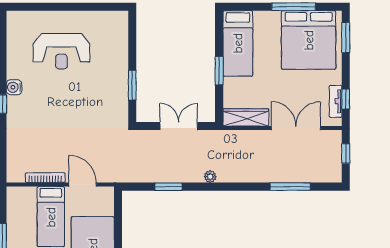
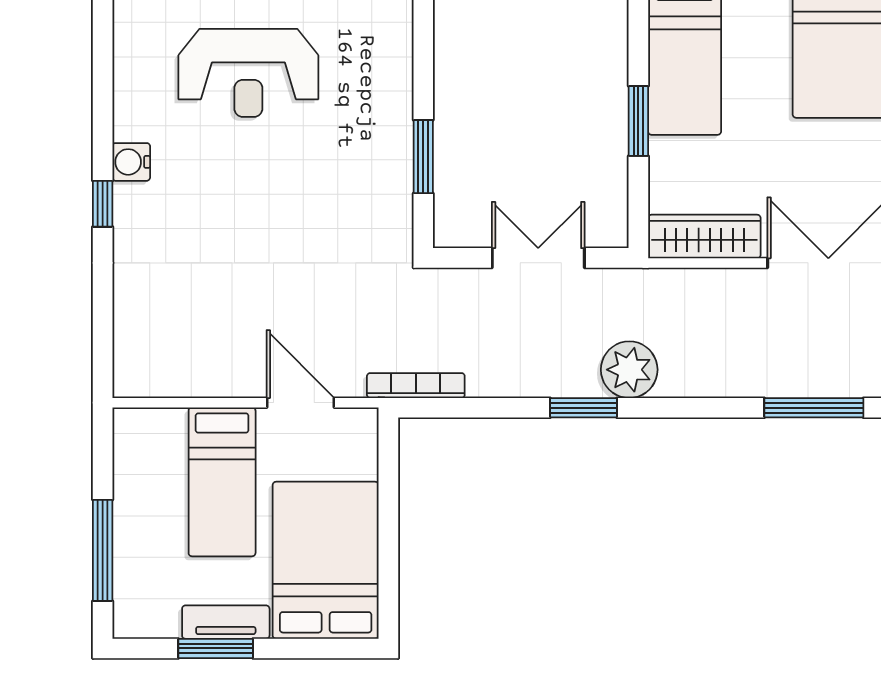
plant: (210, 177) -> (629, 370), width x1.88, depth x1.88
bookcase: (45, 178) -> (416, 386), moved
window: (169, 187) -> (584, 408), moved

